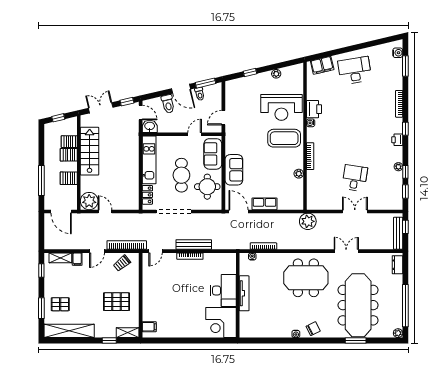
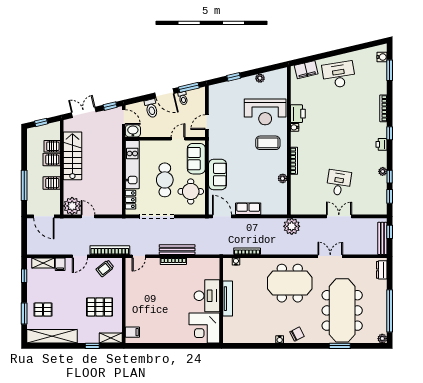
coffee table: (284, 138) -> (268, 143), width x0.73, depth x0.76

